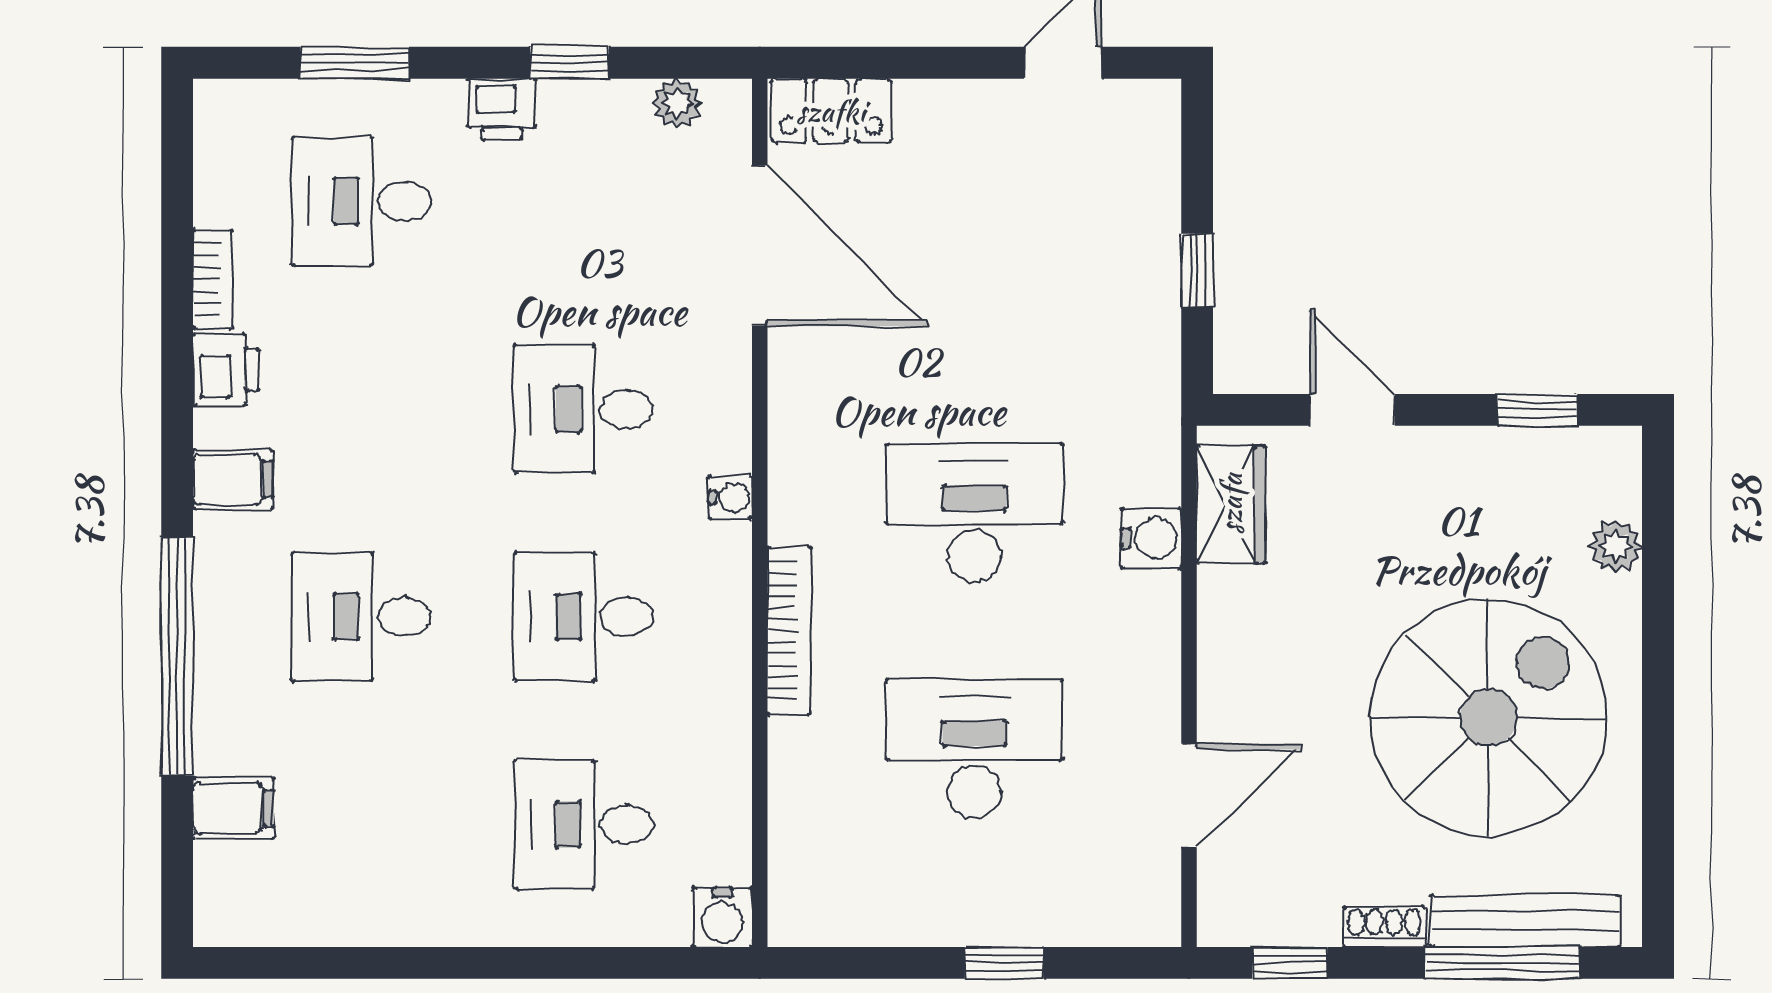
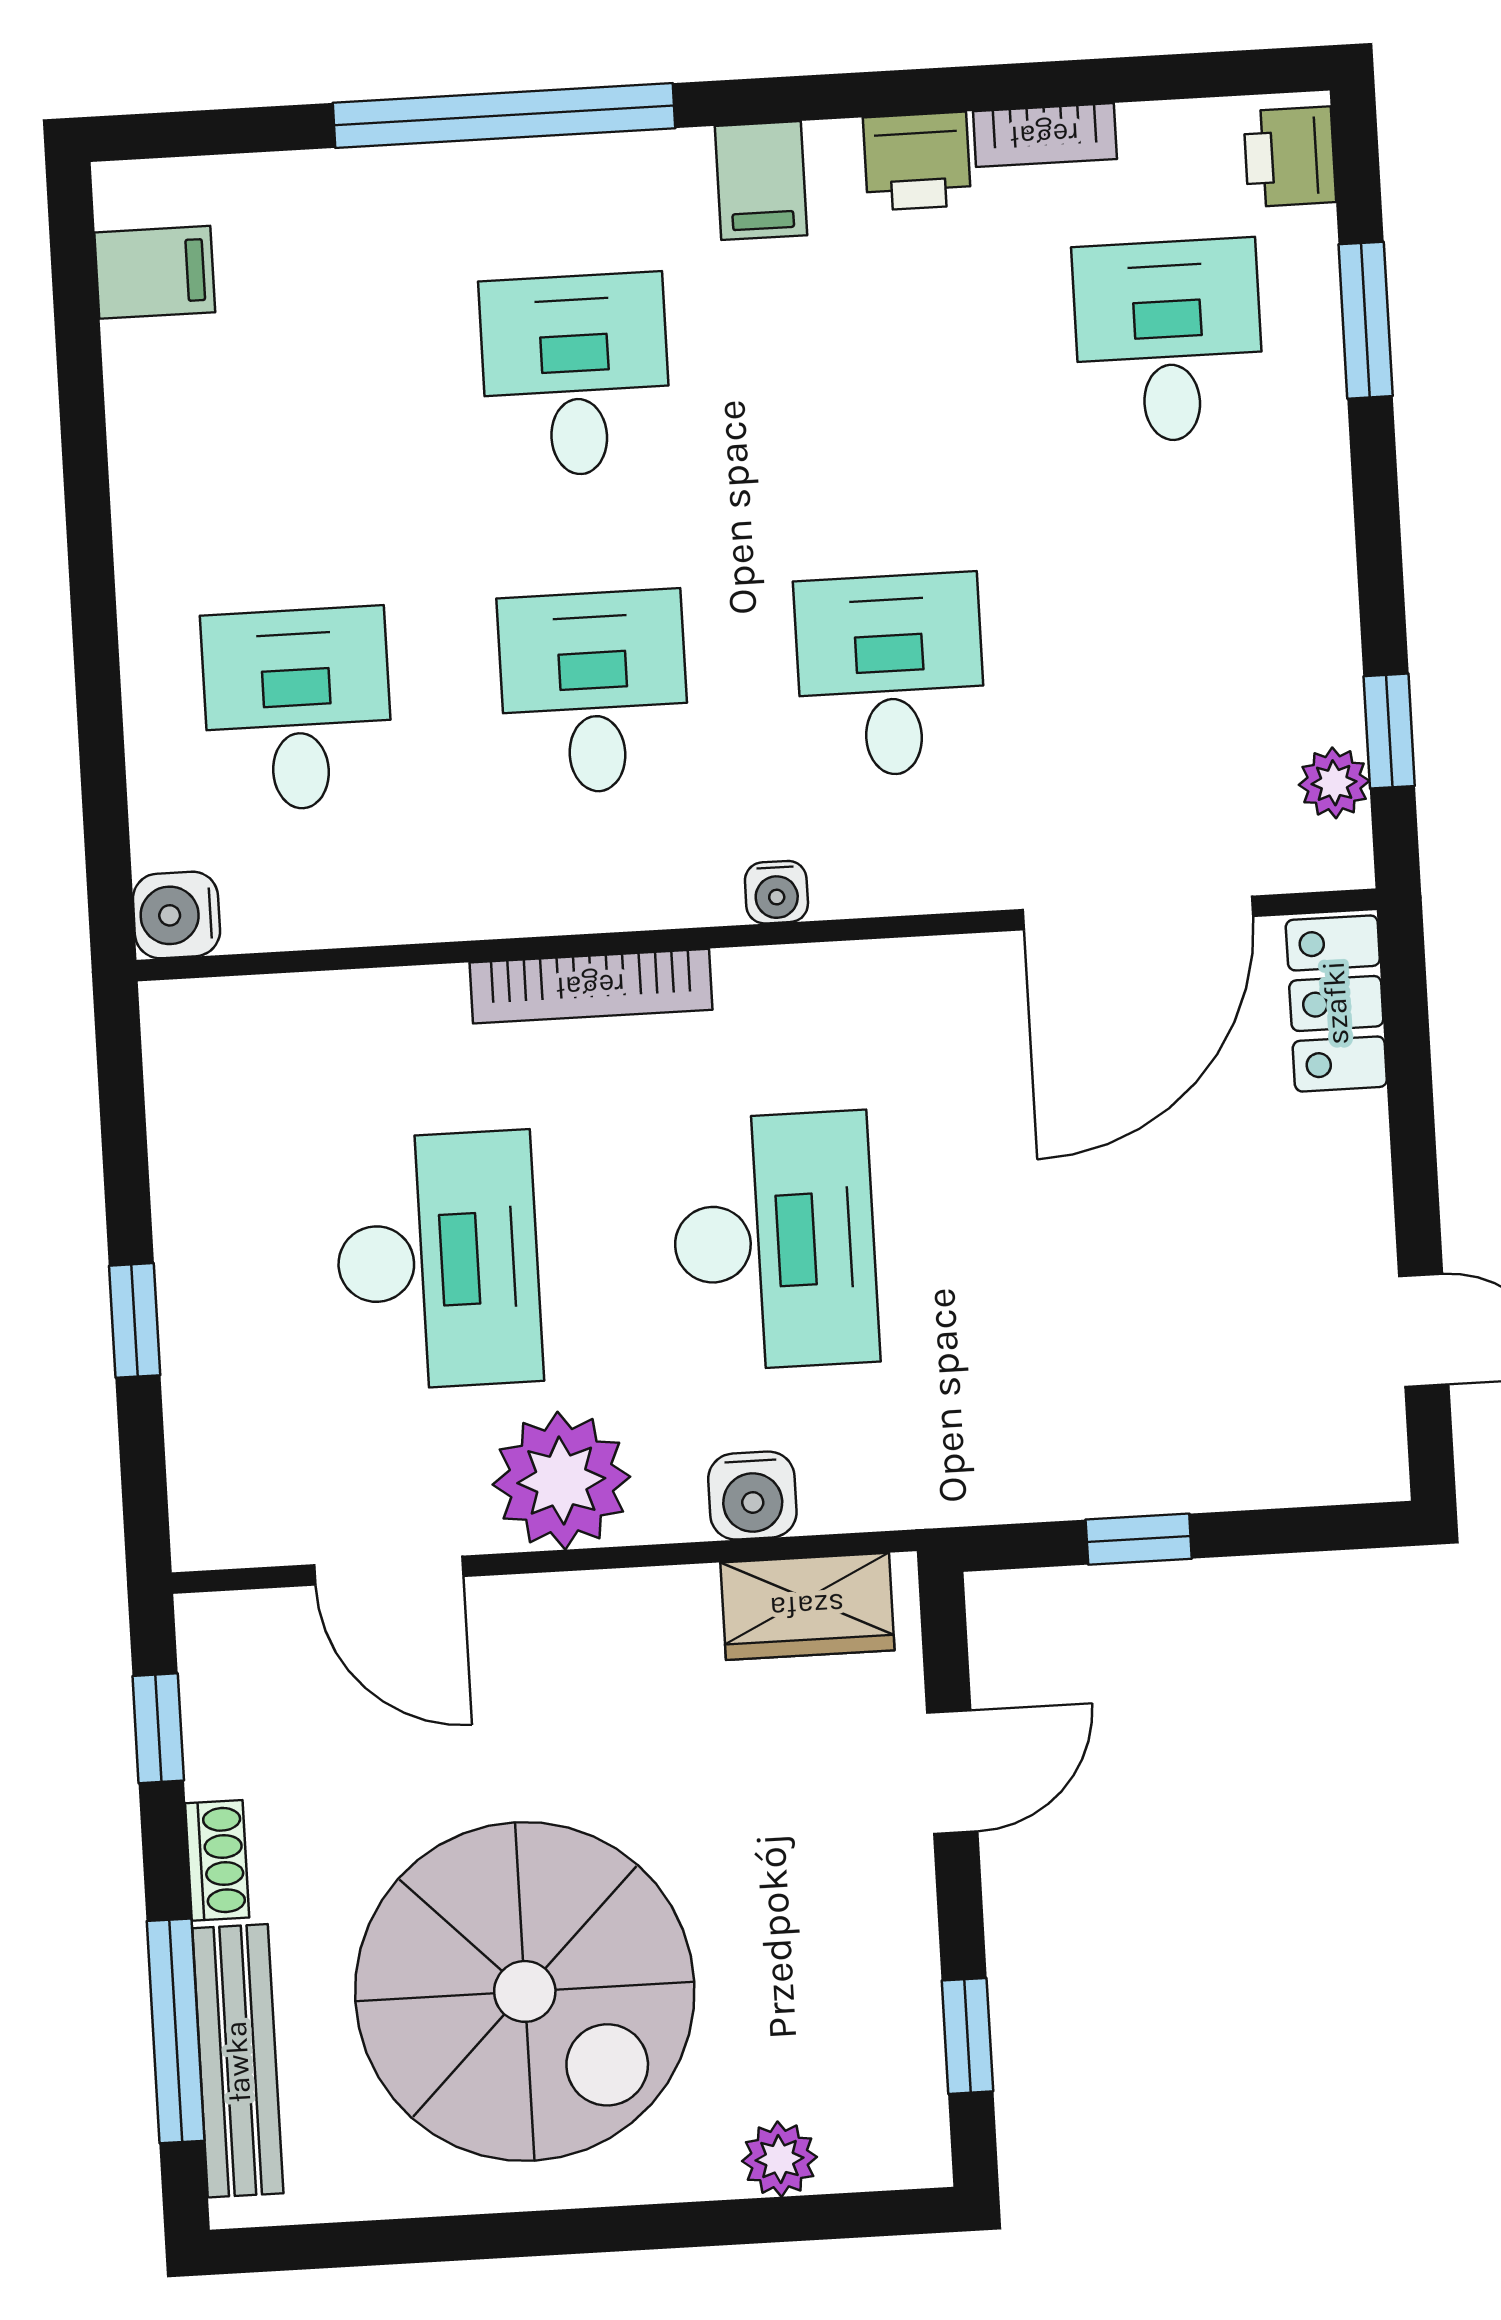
window: (570, 63) -> (1389, 731), moved
printer: (502, 109) -> (1290, 157), moved
plant: (1133, 671) -> (561, 1481), added
filing cabinet: (233, 808) -> (155, 272), moved, turned -90

